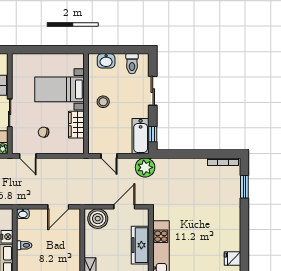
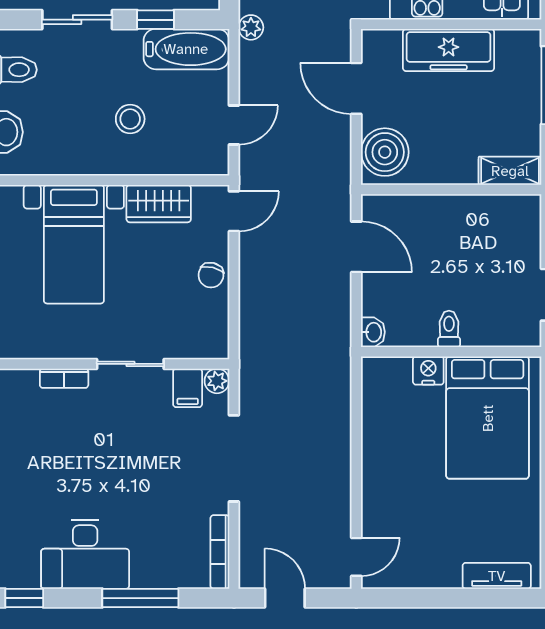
stool: (103, 102) -> (130, 119), moved
chair: (44, 132) -> (211, 275), moved
window: (153, 134) -> (155, 20), moved
door: (28, 156) -> (234, 211), moved
plant: (145, 167) -> (251, 27), width x0.53, depth x0.53

